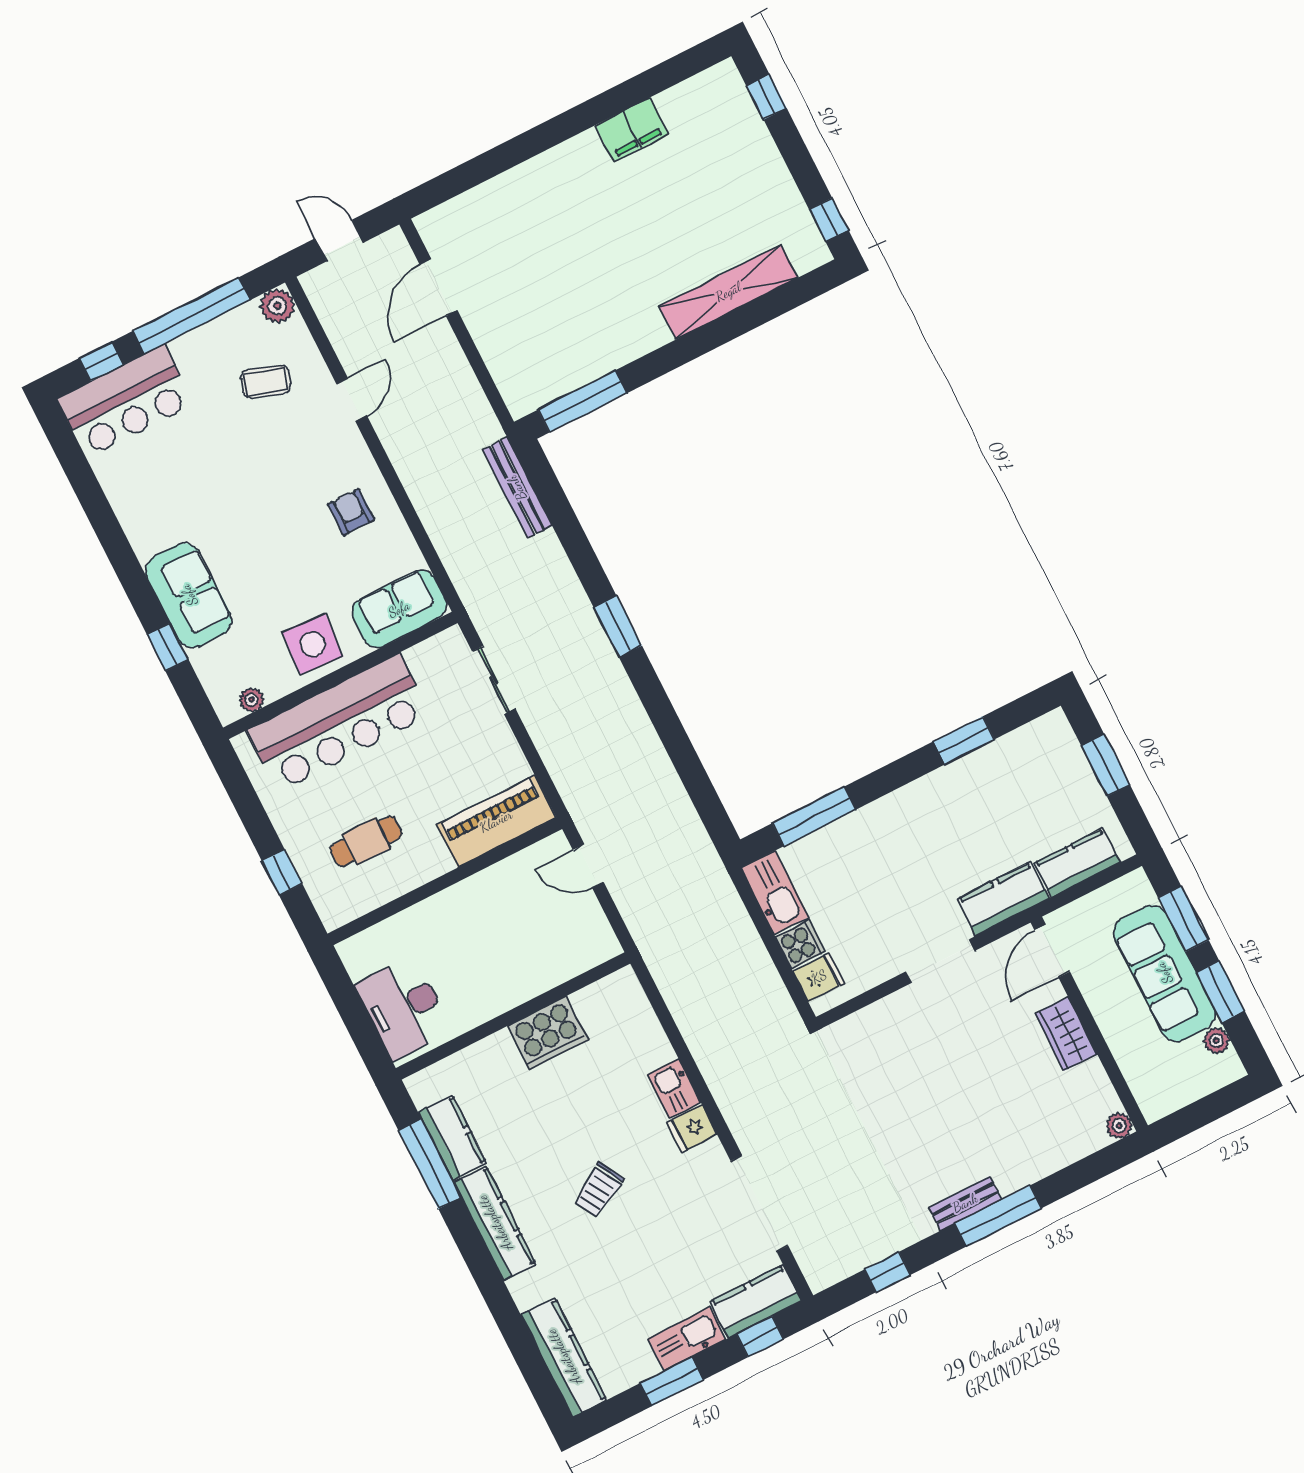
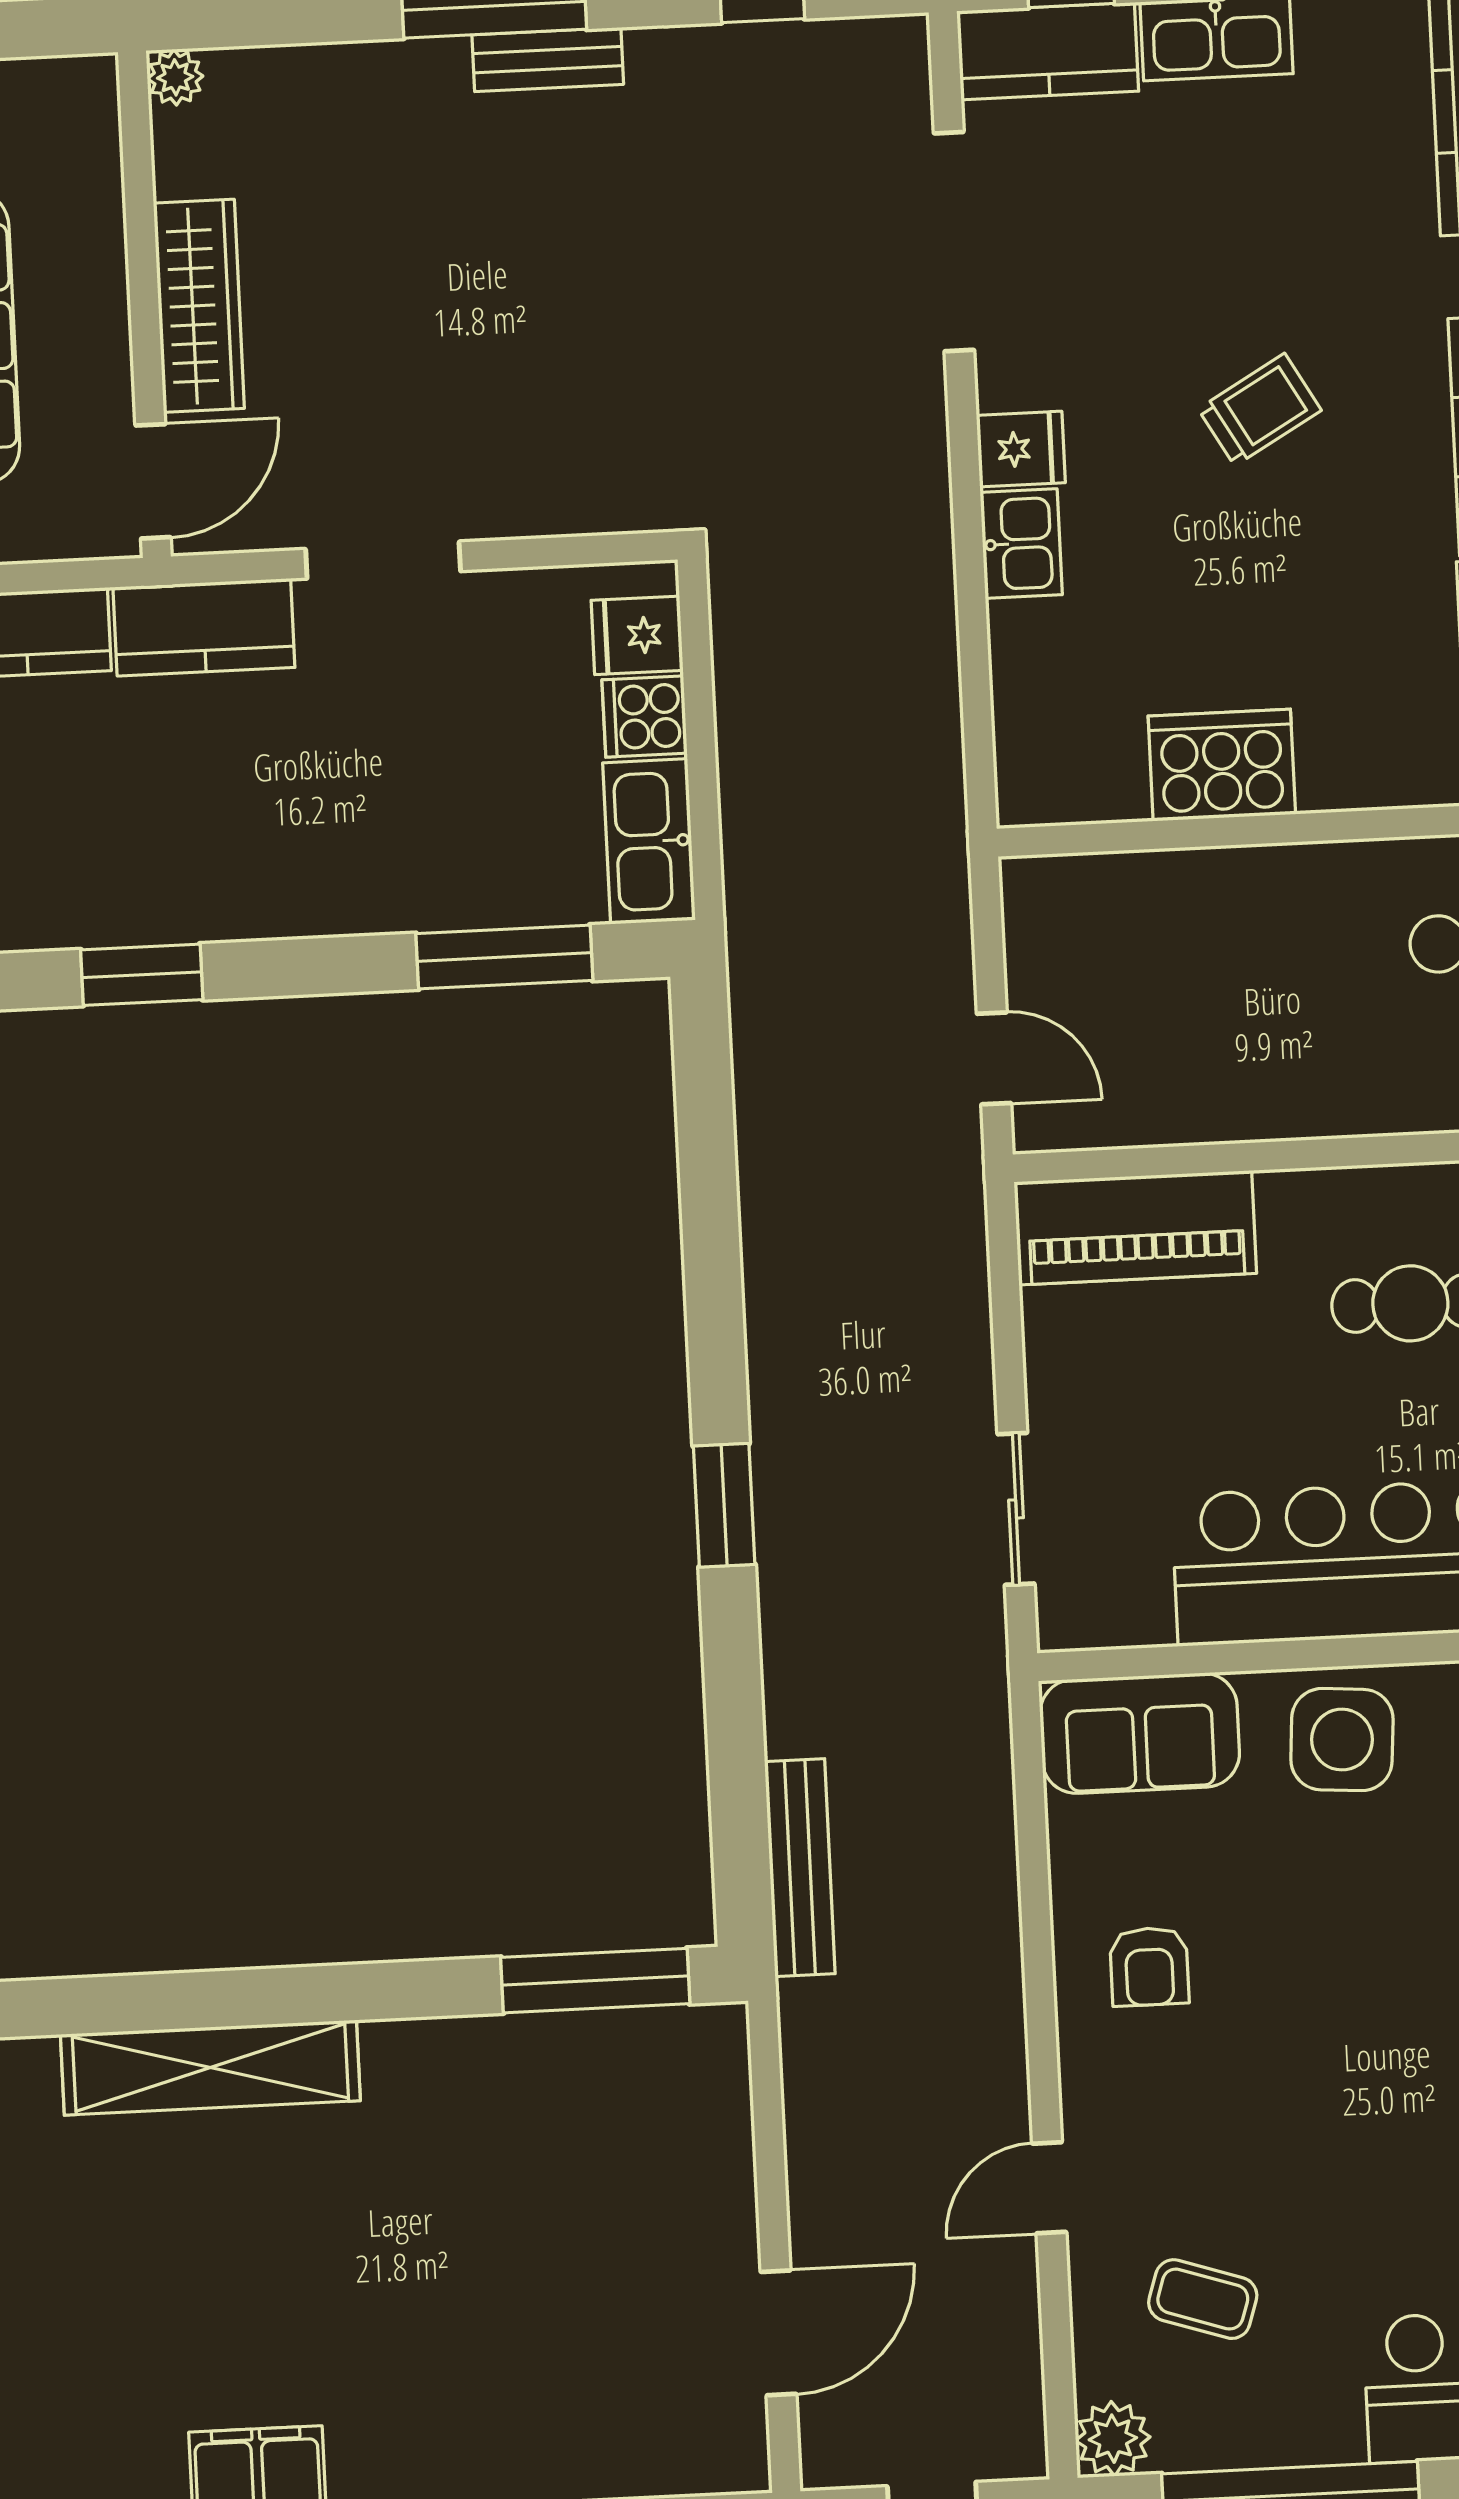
wardrobe: (1066, 1034) -> (199, 306), width x1.50

